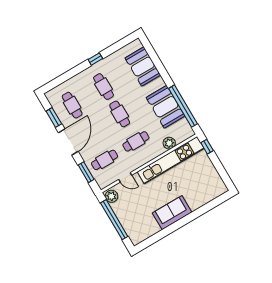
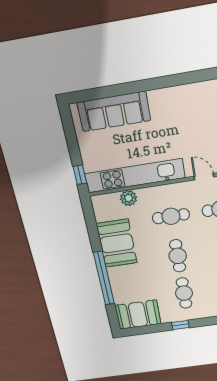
booth: (143, 66) -> (138, 315), moved, turned 90
window: (183, 106) -> (104, 278), moved
sofa: (172, 213) -> (114, 111), moved, width x1.36

